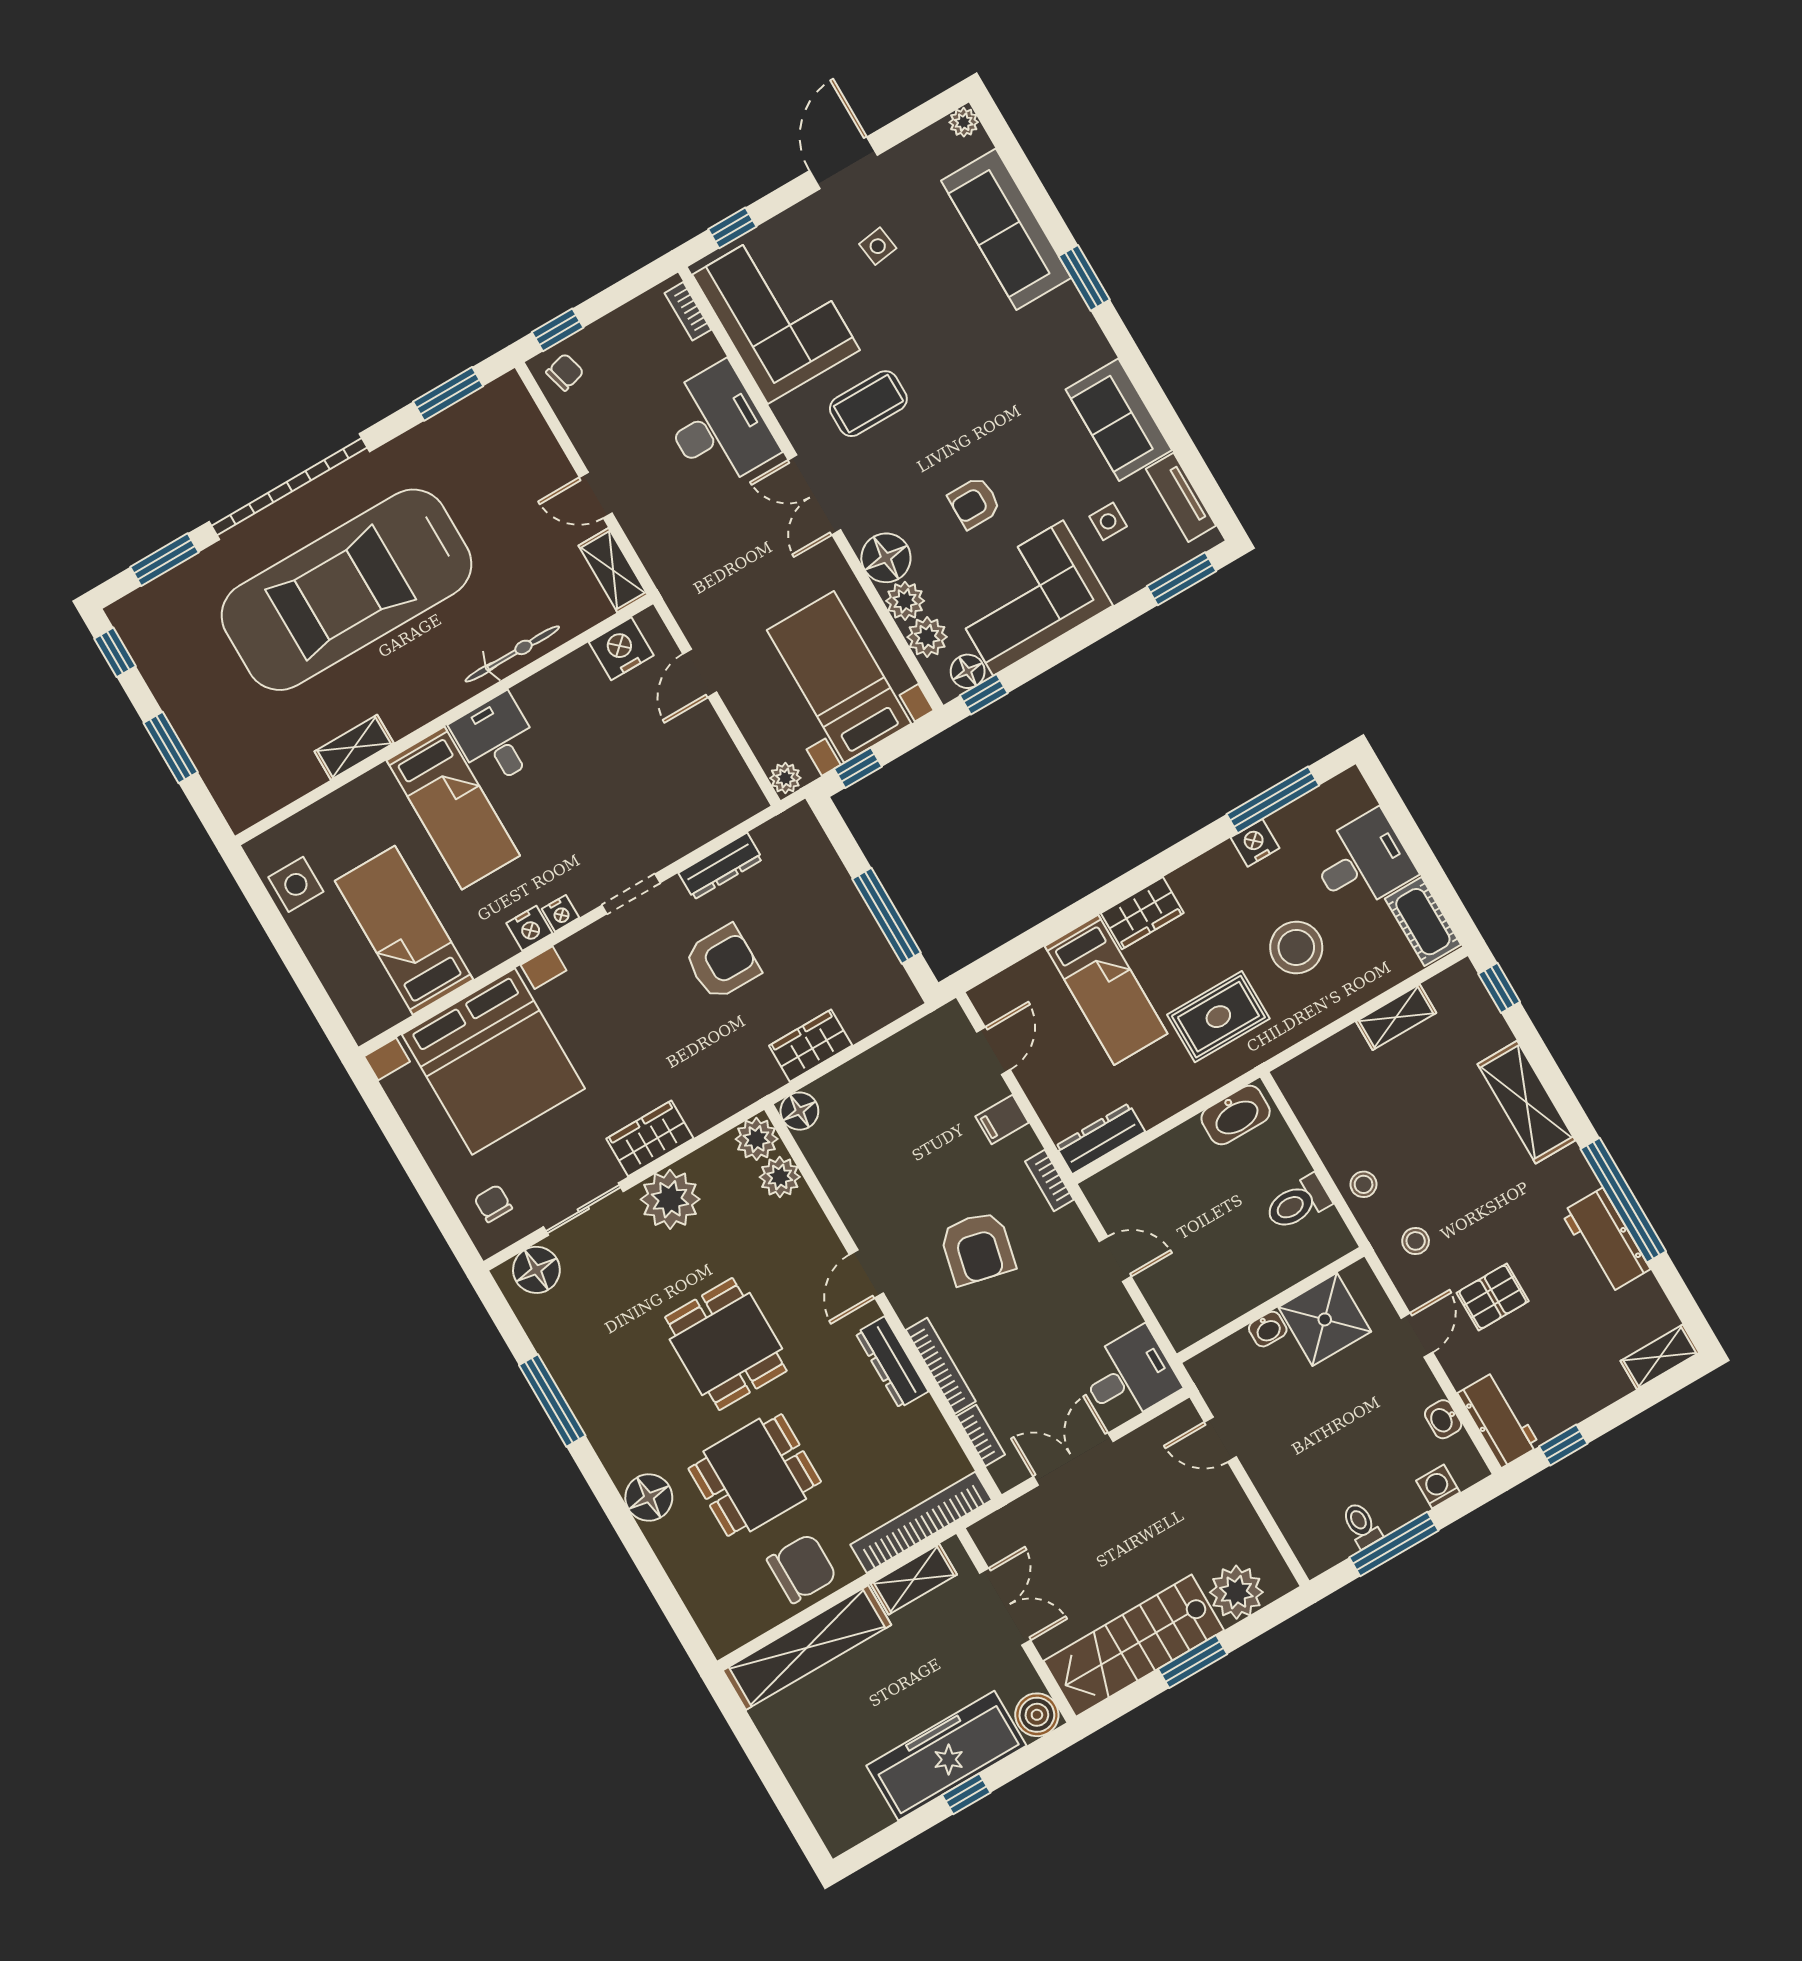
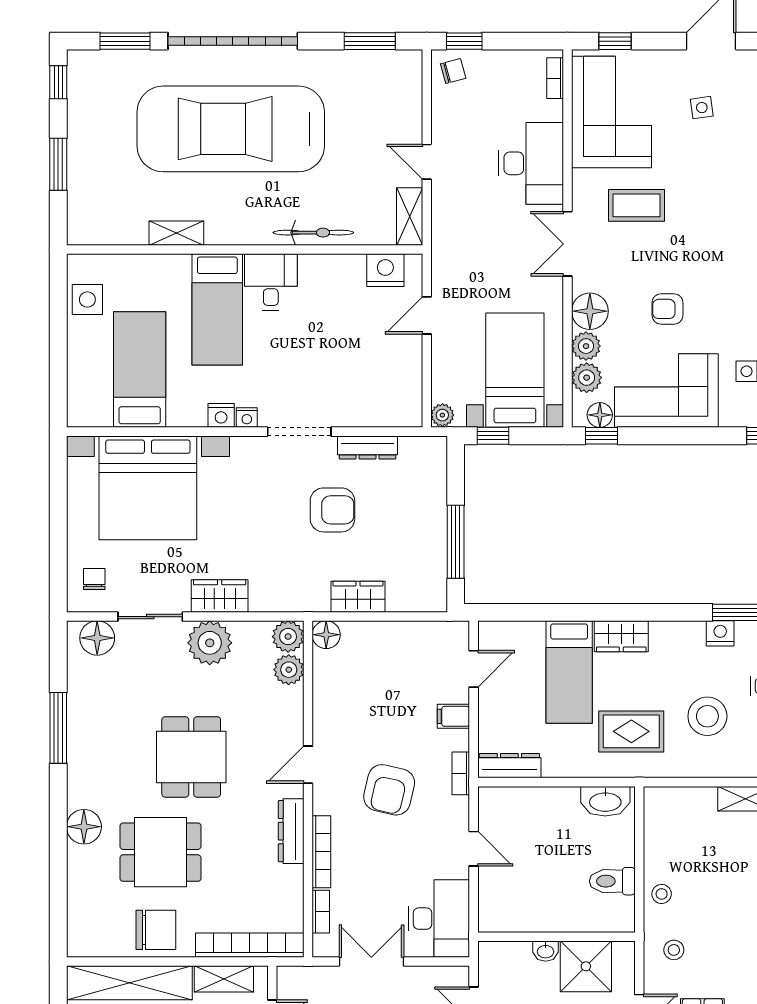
doorway: (631, 894) -> (299, 432), width x1.38
desk: (1129, 1376) -> (439, 919), width x1.37

